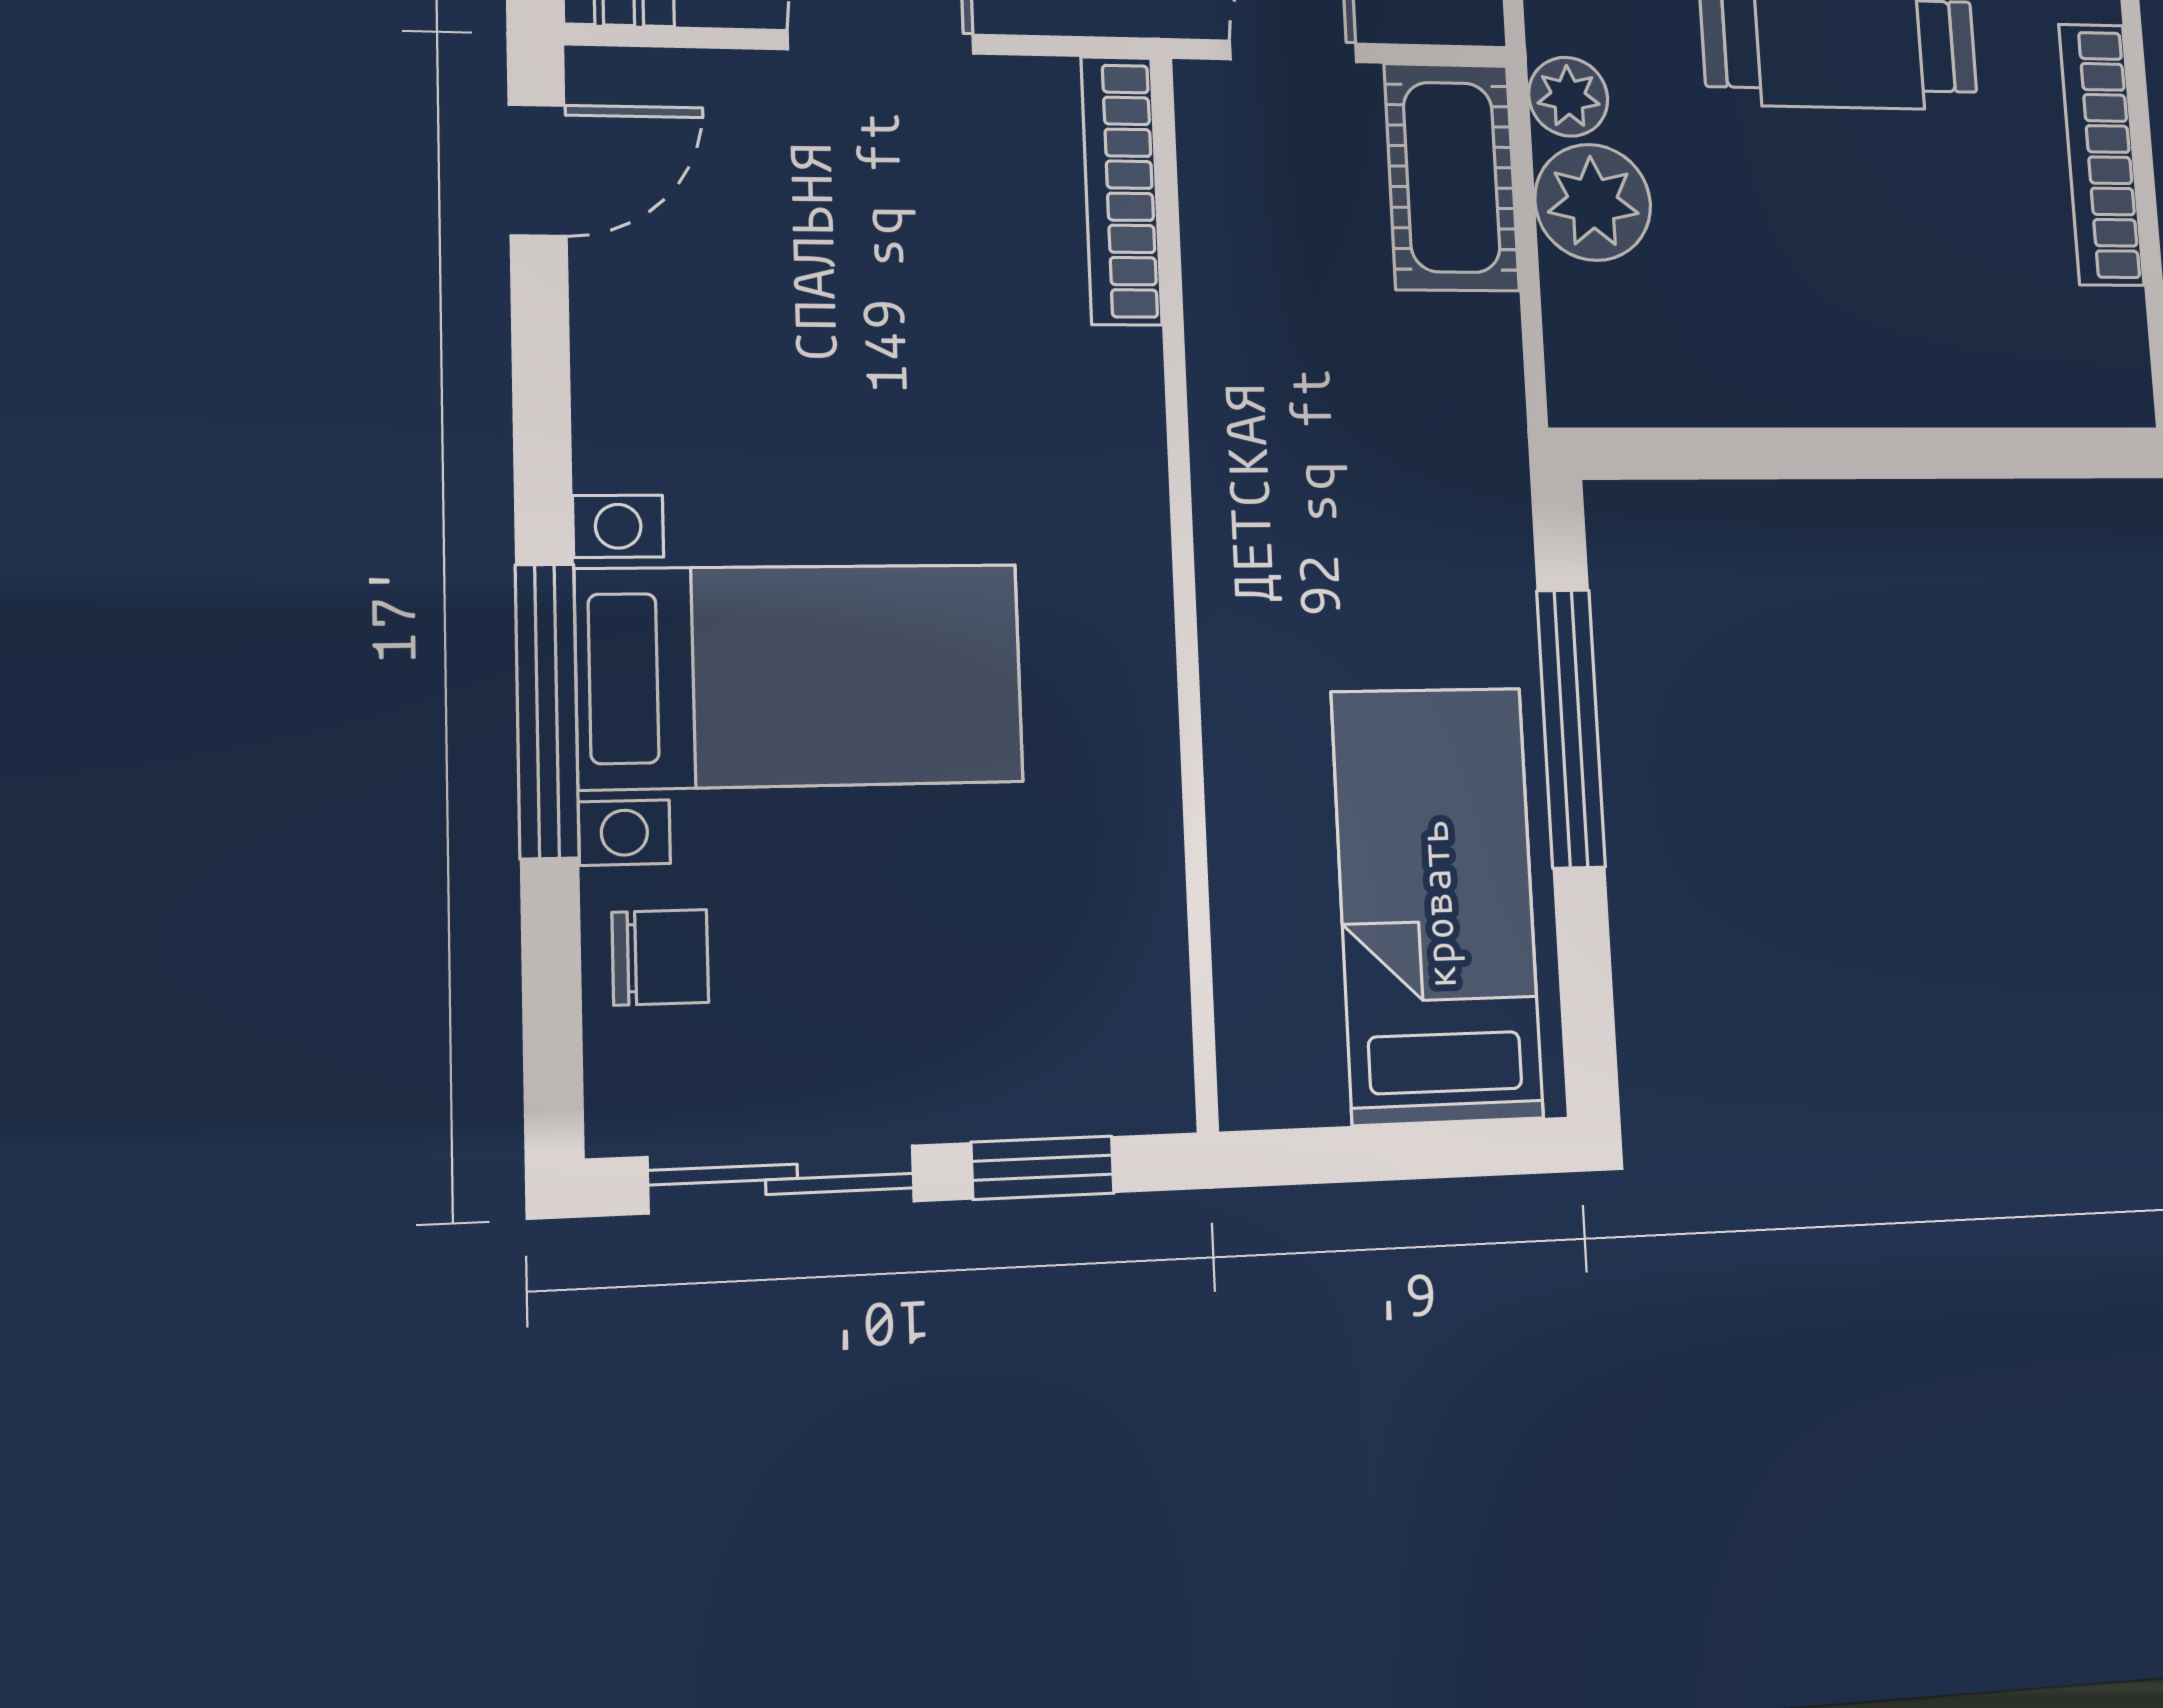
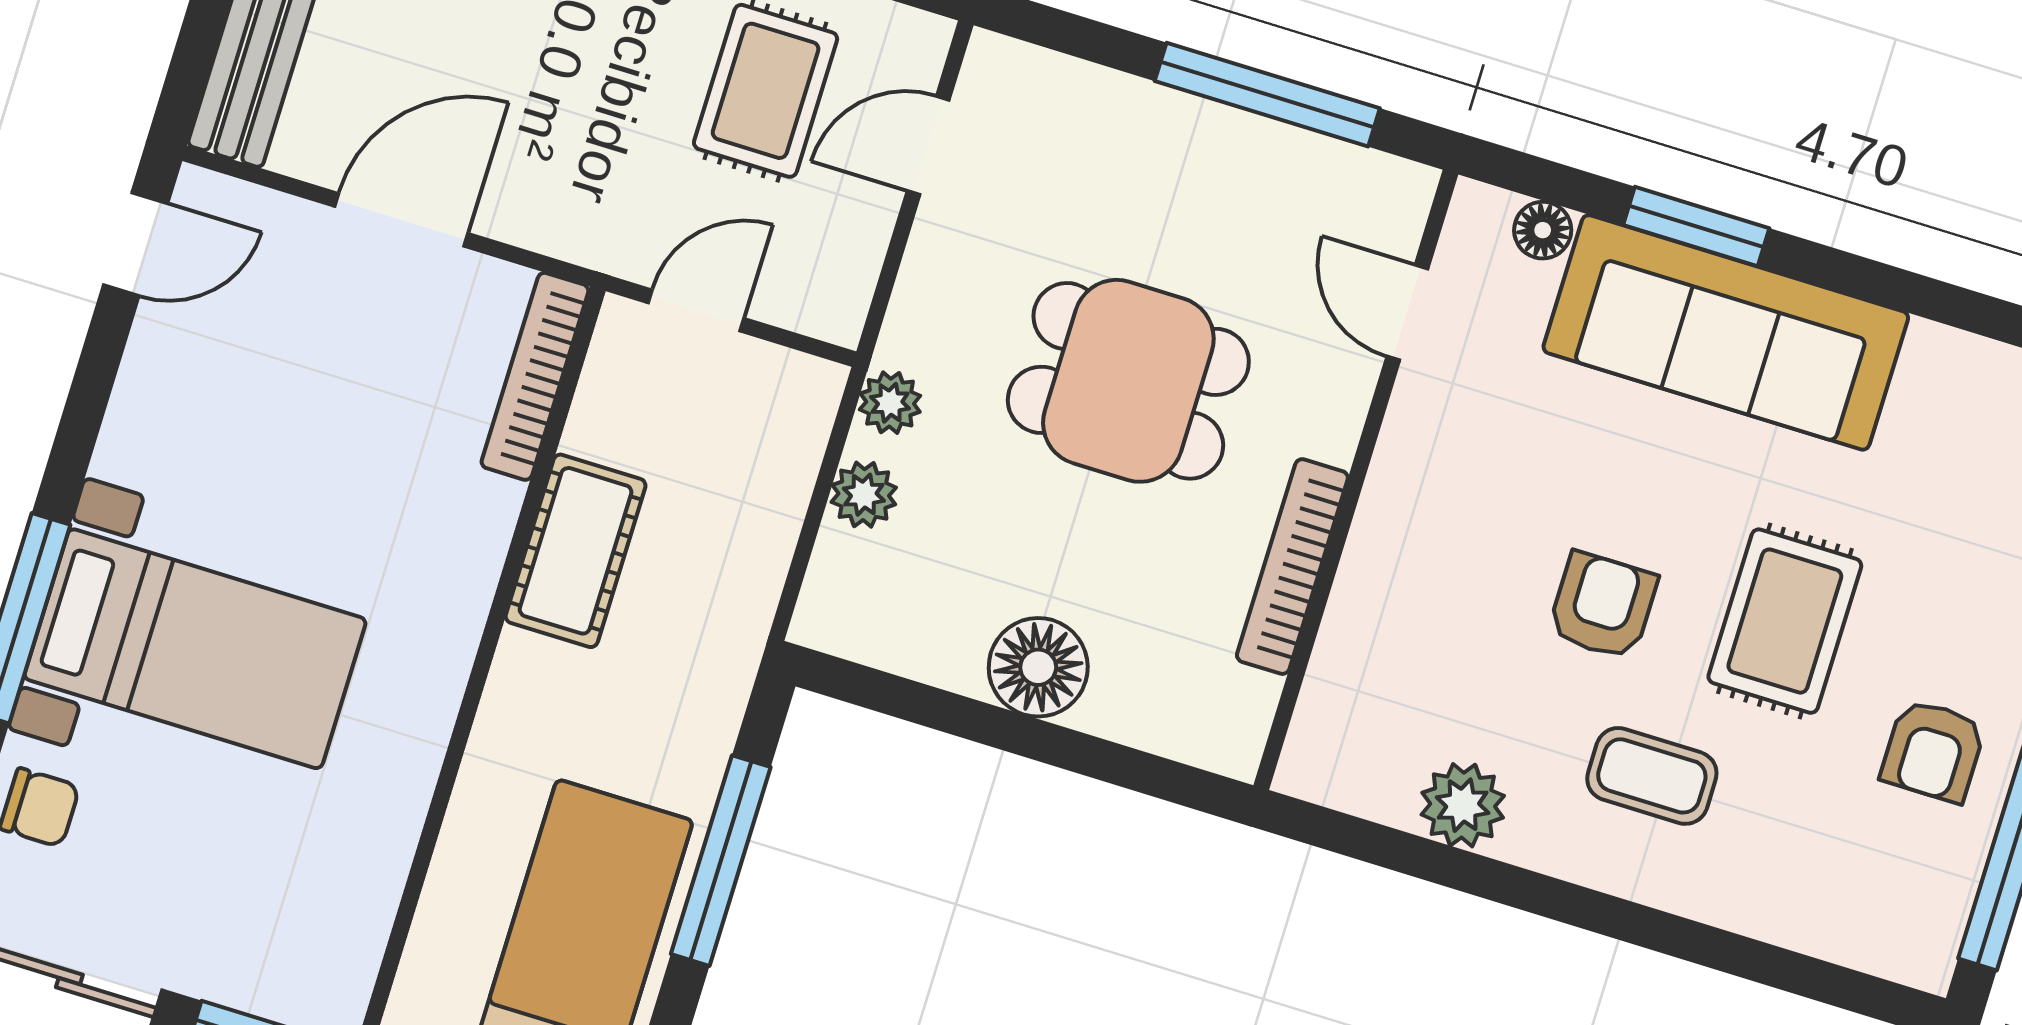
cot: (1452, 177) -> (576, 551), moved
plant: (1593, 202) -> (864, 495), width x0.73, depth x0.73
floor lamp: (1860, 365) -> (1038, 667), added

